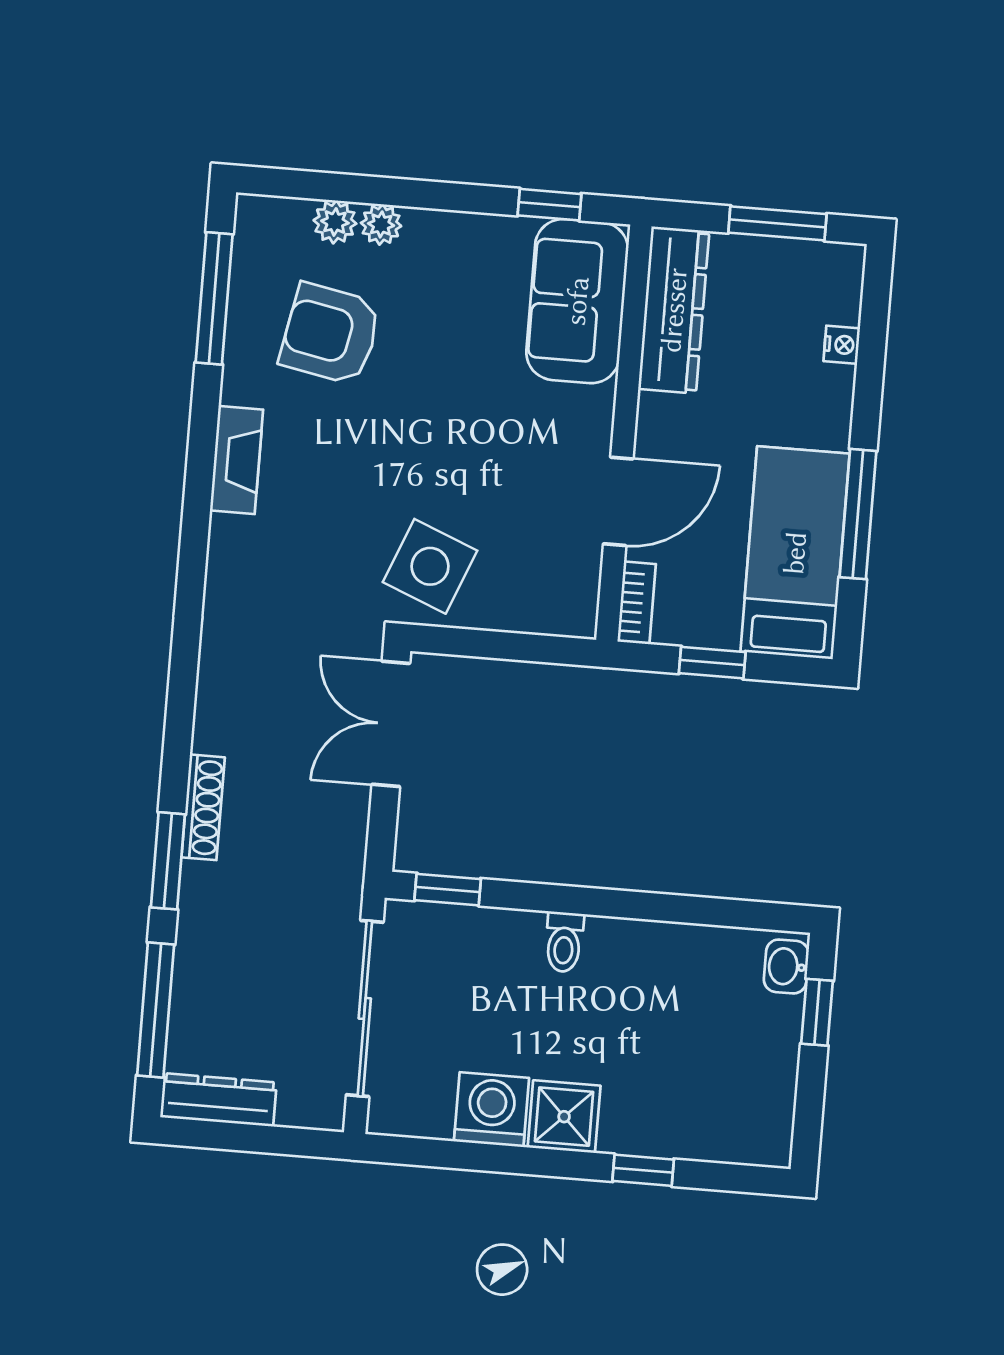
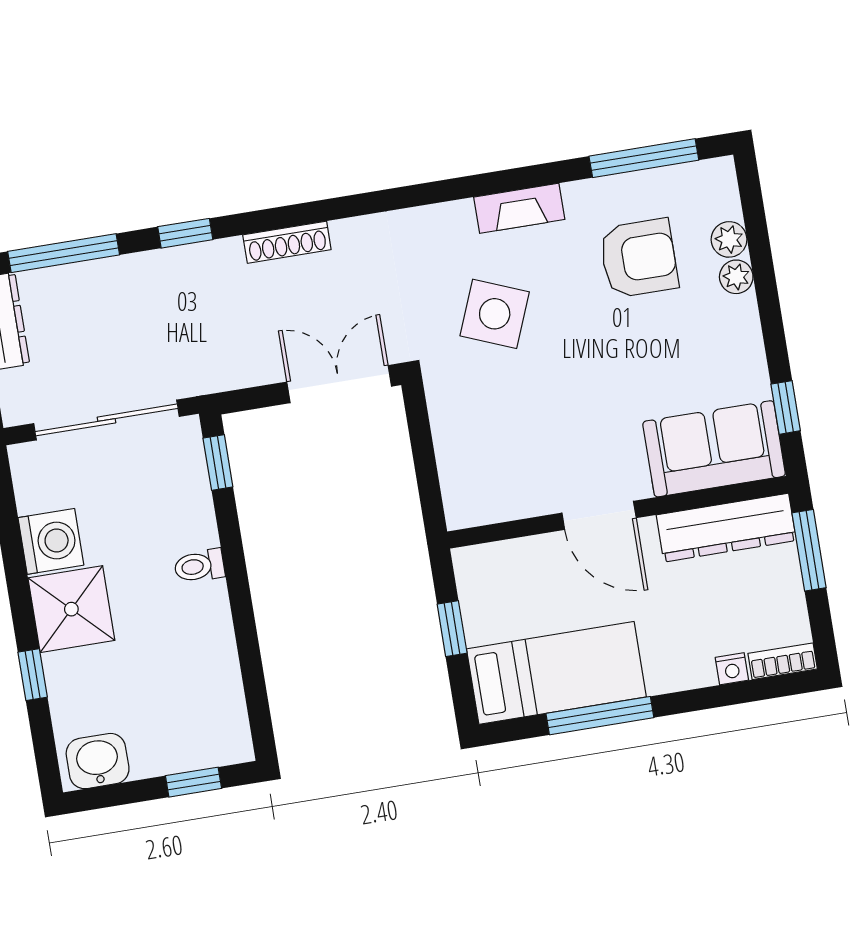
window: (777, 223) -> (809, 550), moved
armchair: (330, 334) -> (639, 258), turned 79
door: (618, 501) -> (599, 515), moved
side table: (430, 566) -> (495, 314), moved
bookcase: (637, 603) -> (783, 661), moved, turned 180
shoe rack: (203, 807) -> (287, 242), moved
window: (168, 861) -> (185, 233), width x0.67
washbasin: (786, 966) -> (98, 761), moved, width x1.38, depth x1.45
shower: (564, 1117) -> (71, 609), width x1.36, depth x1.36

